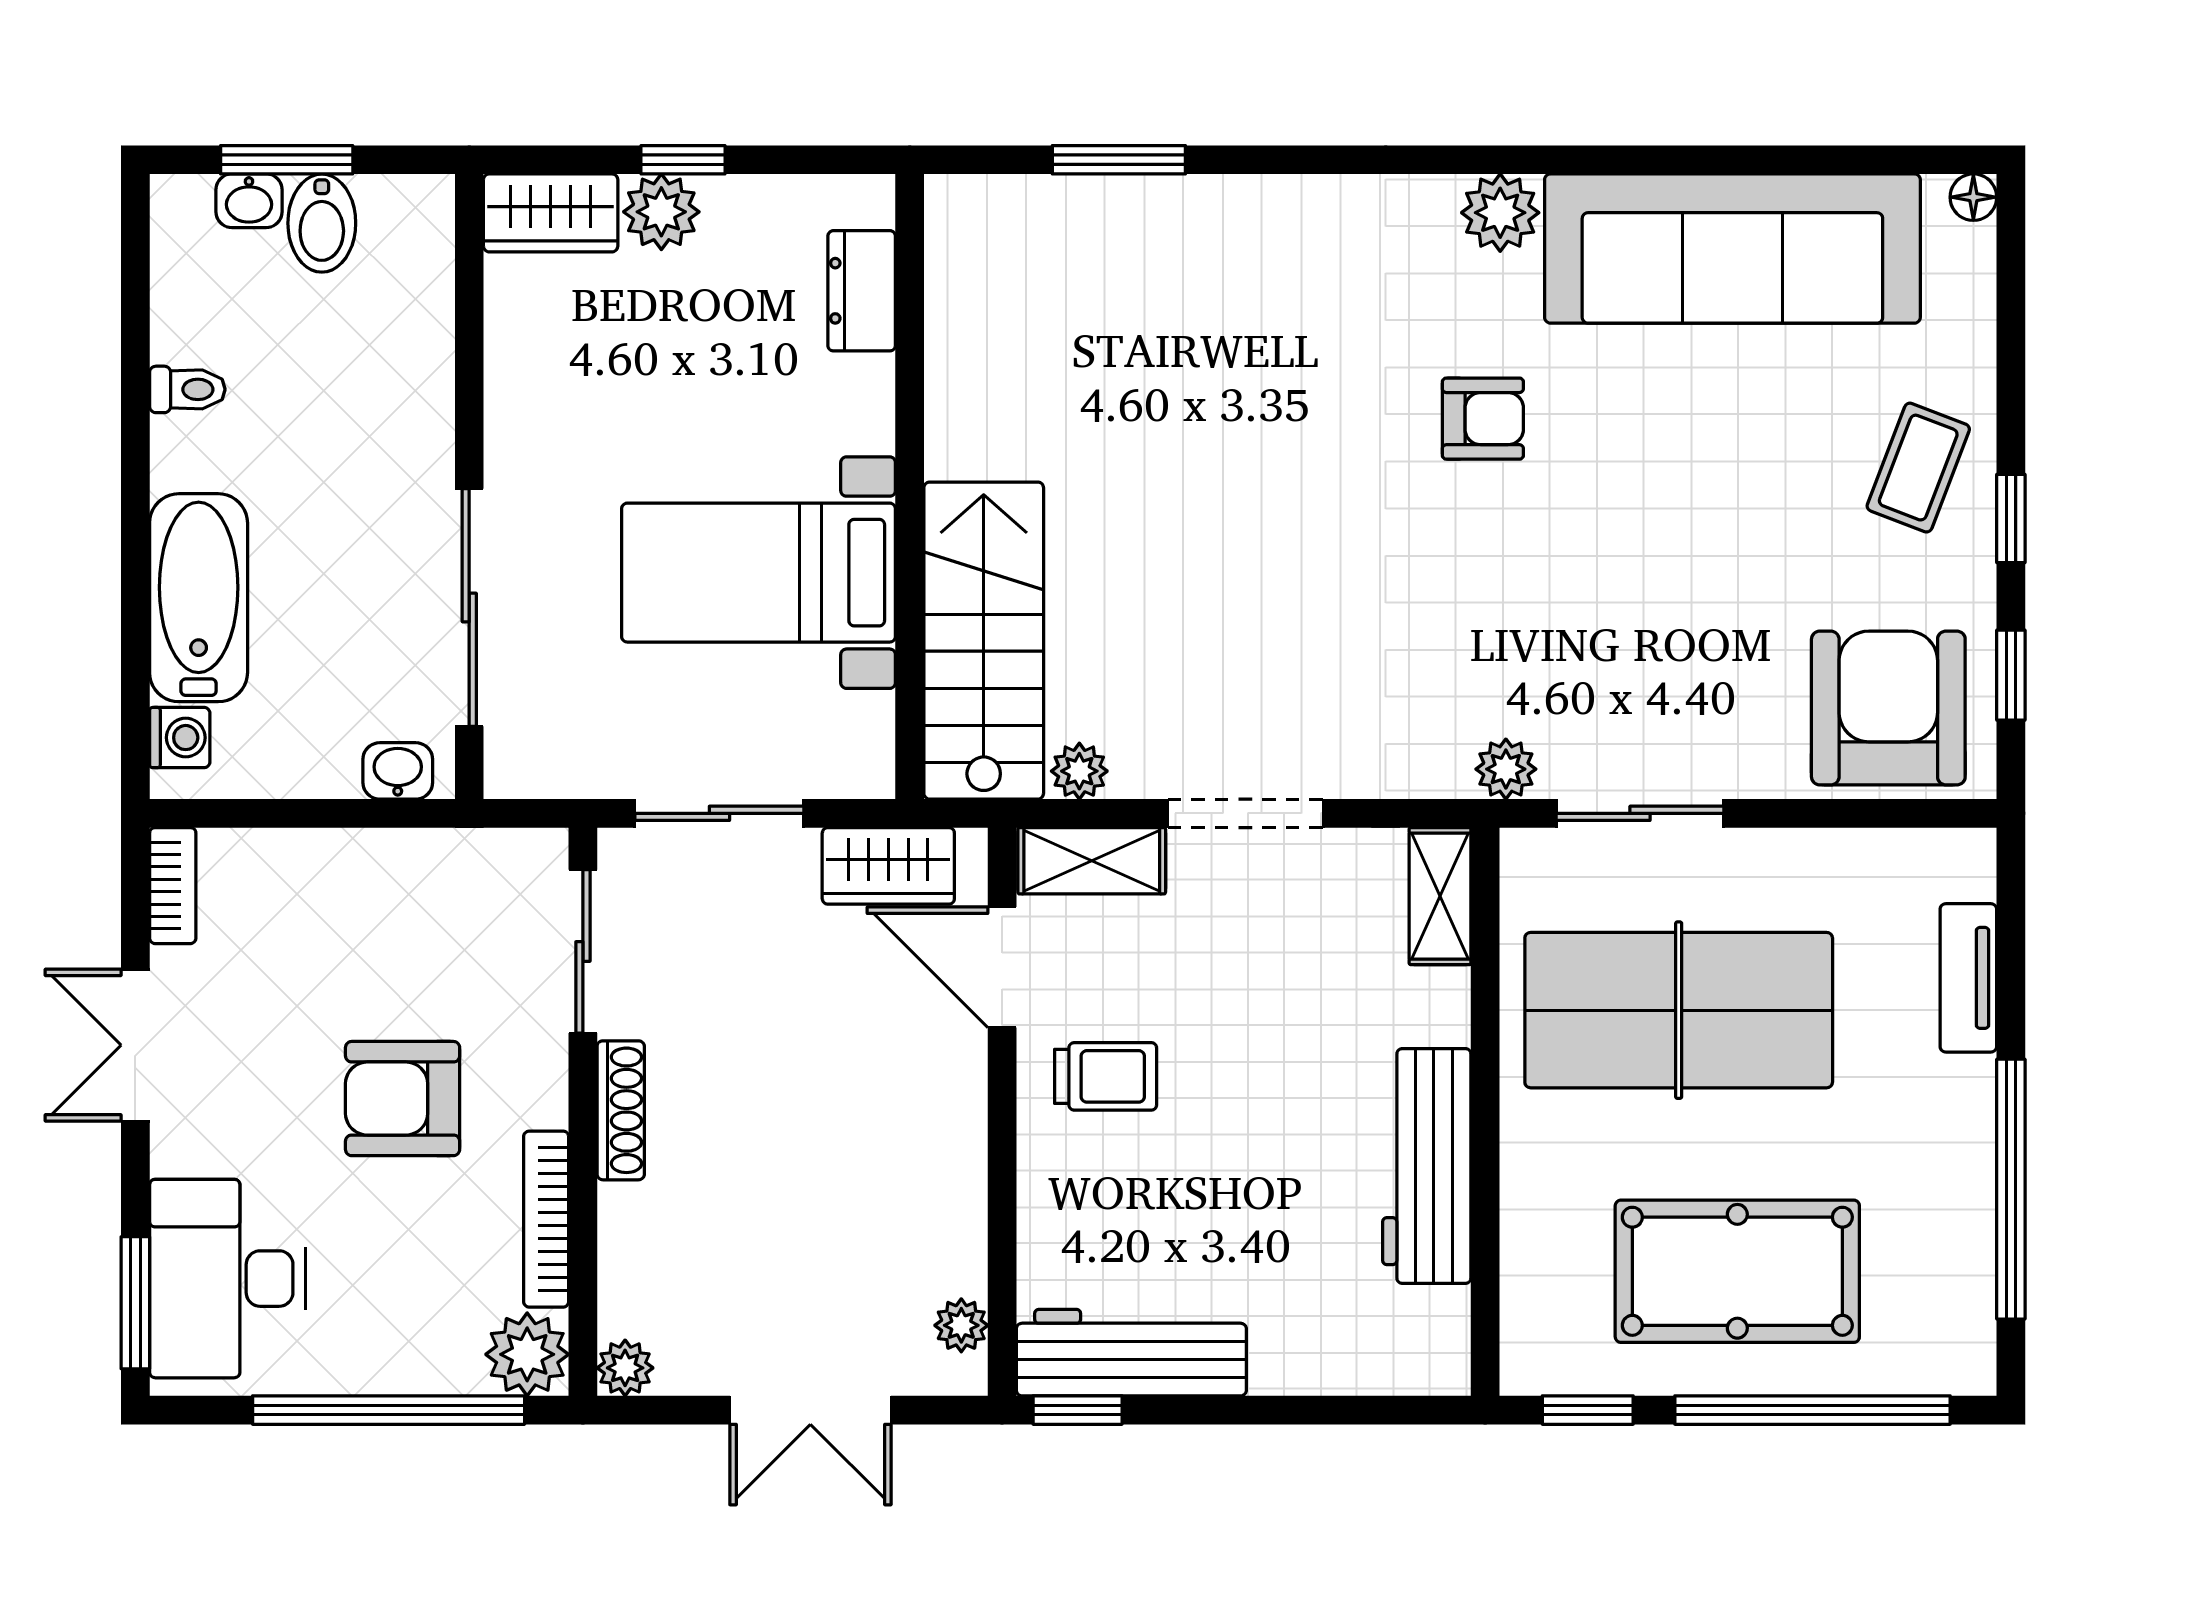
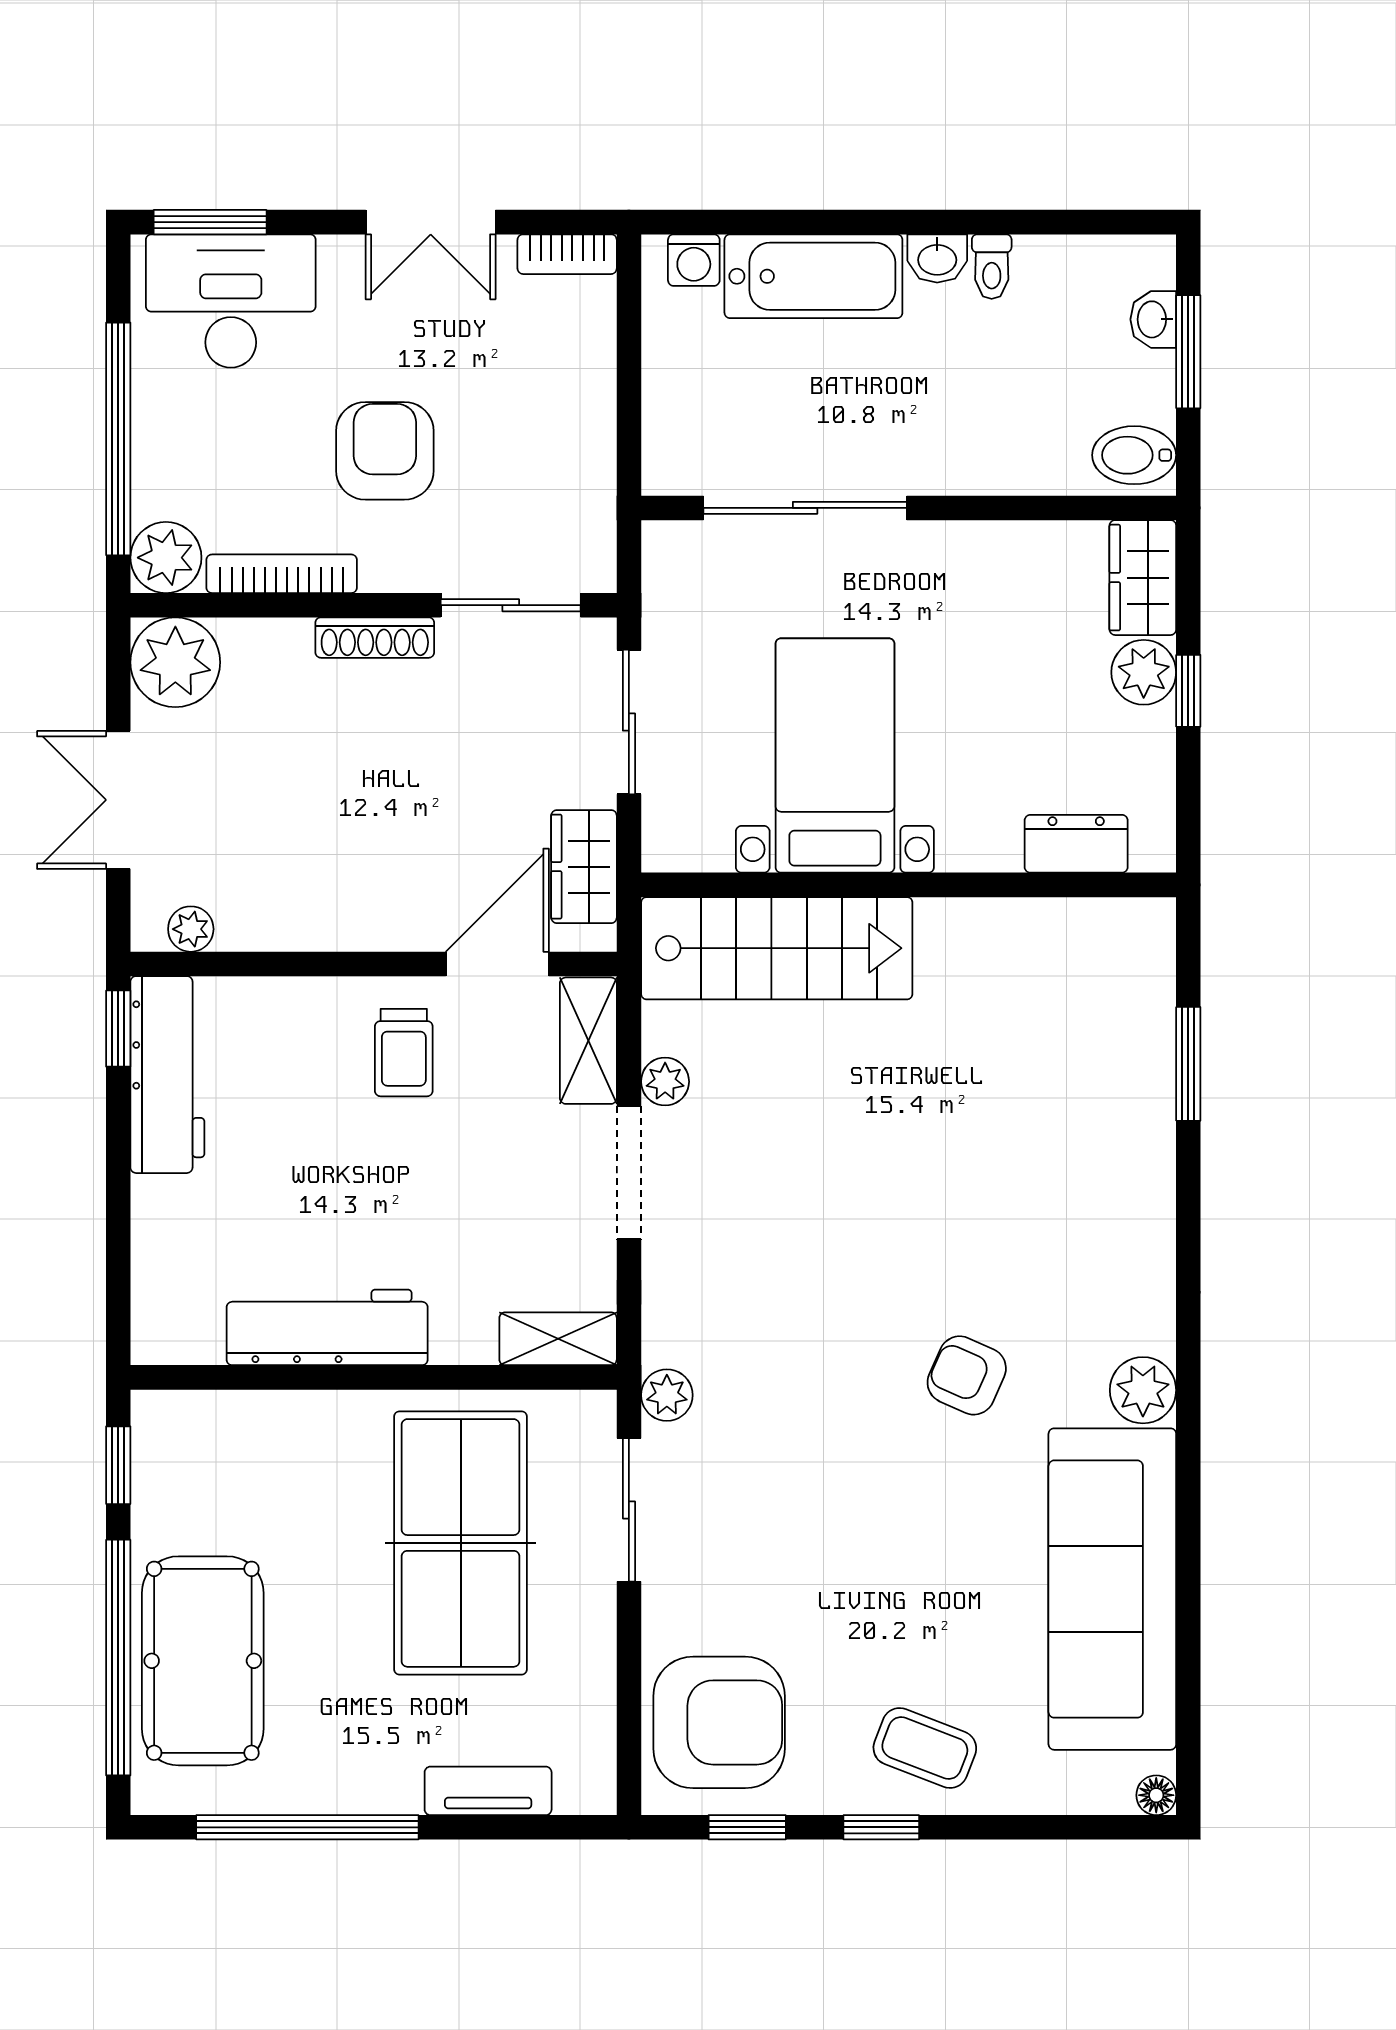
bidet: (322, 223) -> (1134, 455), moved
armchair: (1483, 419) -> (967, 1375), turned 114
washbasin: (398, 771) -> (937, 258), moved, turned 90
plant: (1079, 771) -> (665, 1082), moved
double door: (135, 1045) -> (431, 222), swing flipped
pool table: (1737, 1271) -> (203, 1661), moved
plant: (625, 1368) -> (175, 662), width x1.87, depth x1.87

